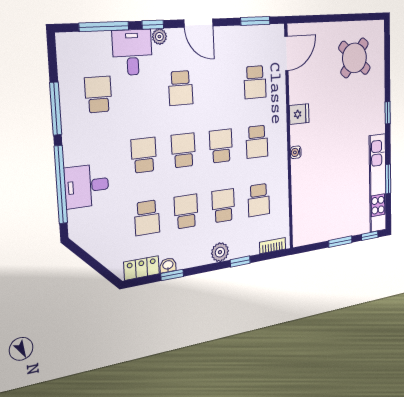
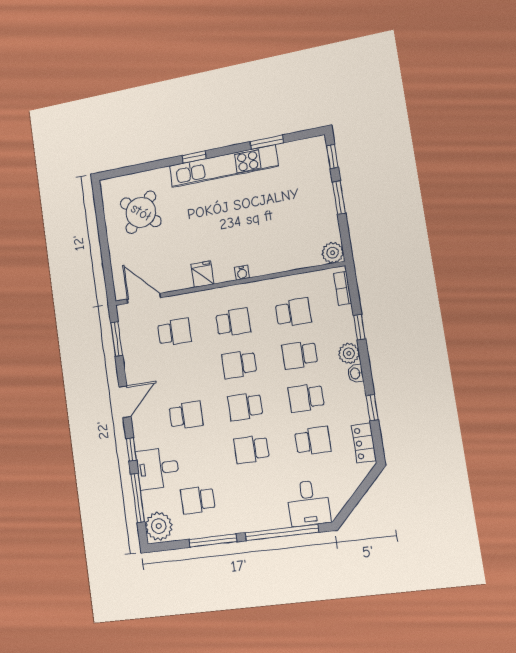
plant: (159, 37) -> (159, 526), moved, width x1.87, depth x1.87
kitchen unit: (378, 183) -> (223, 166), moved
desk: (87, 186) -> (308, 503), moved
plant: (301, 236) -> (333, 253), added
washbasin: (168, 265) -> (355, 373), moved

